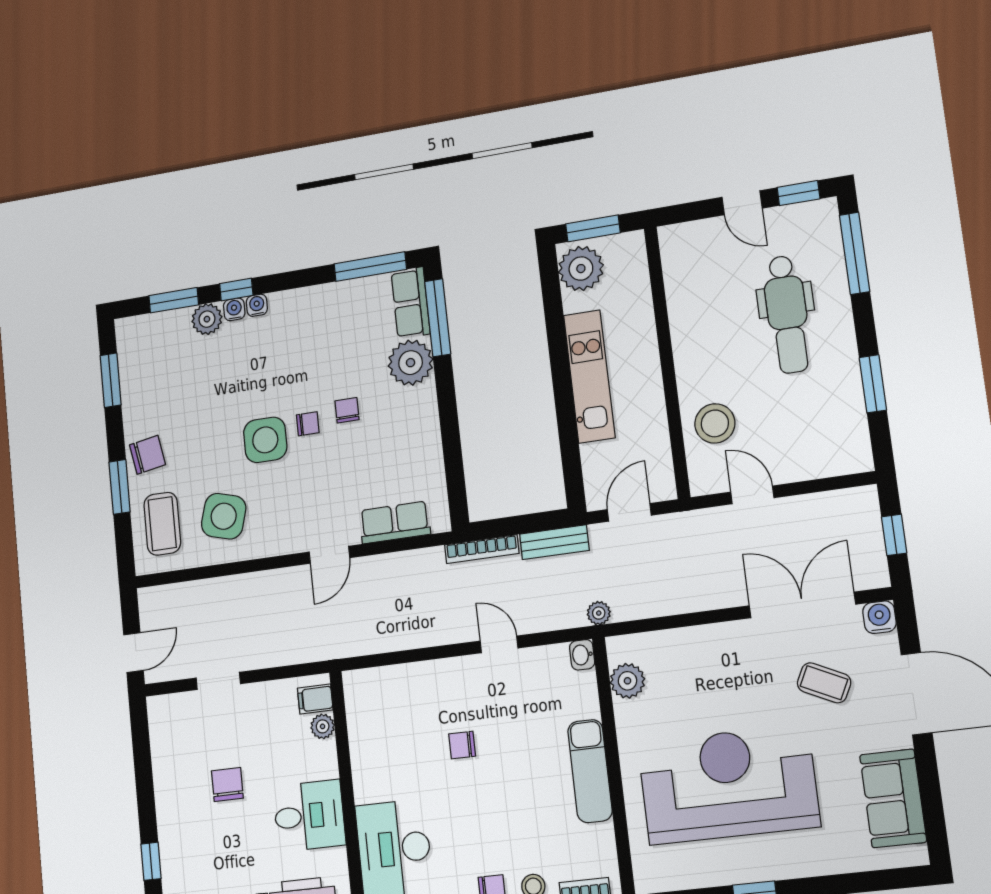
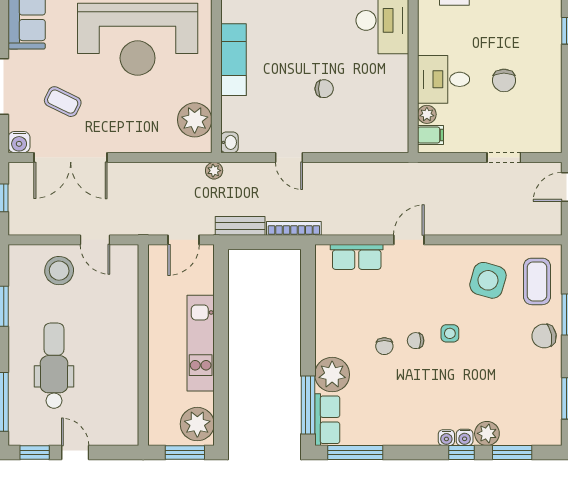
stool: (715, 423) -> (59, 271), moved
side table: (265, 440) -> (450, 333), width x0.54, depth x0.54
plant: (628, 681) -> (195, 120), width x1.36, depth x1.36
desk: (309, 816) -> (444, 79), moved

